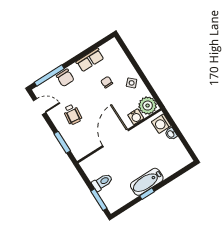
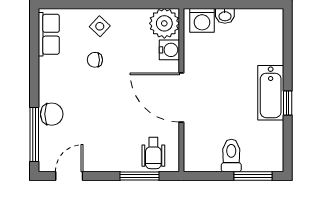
row of seats: (90, 60) -> (49, 34), moved
side table: (132, 83) -> (100, 26), moved
wheelchair: (72, 114) -> (153, 153), moved, turned 83

